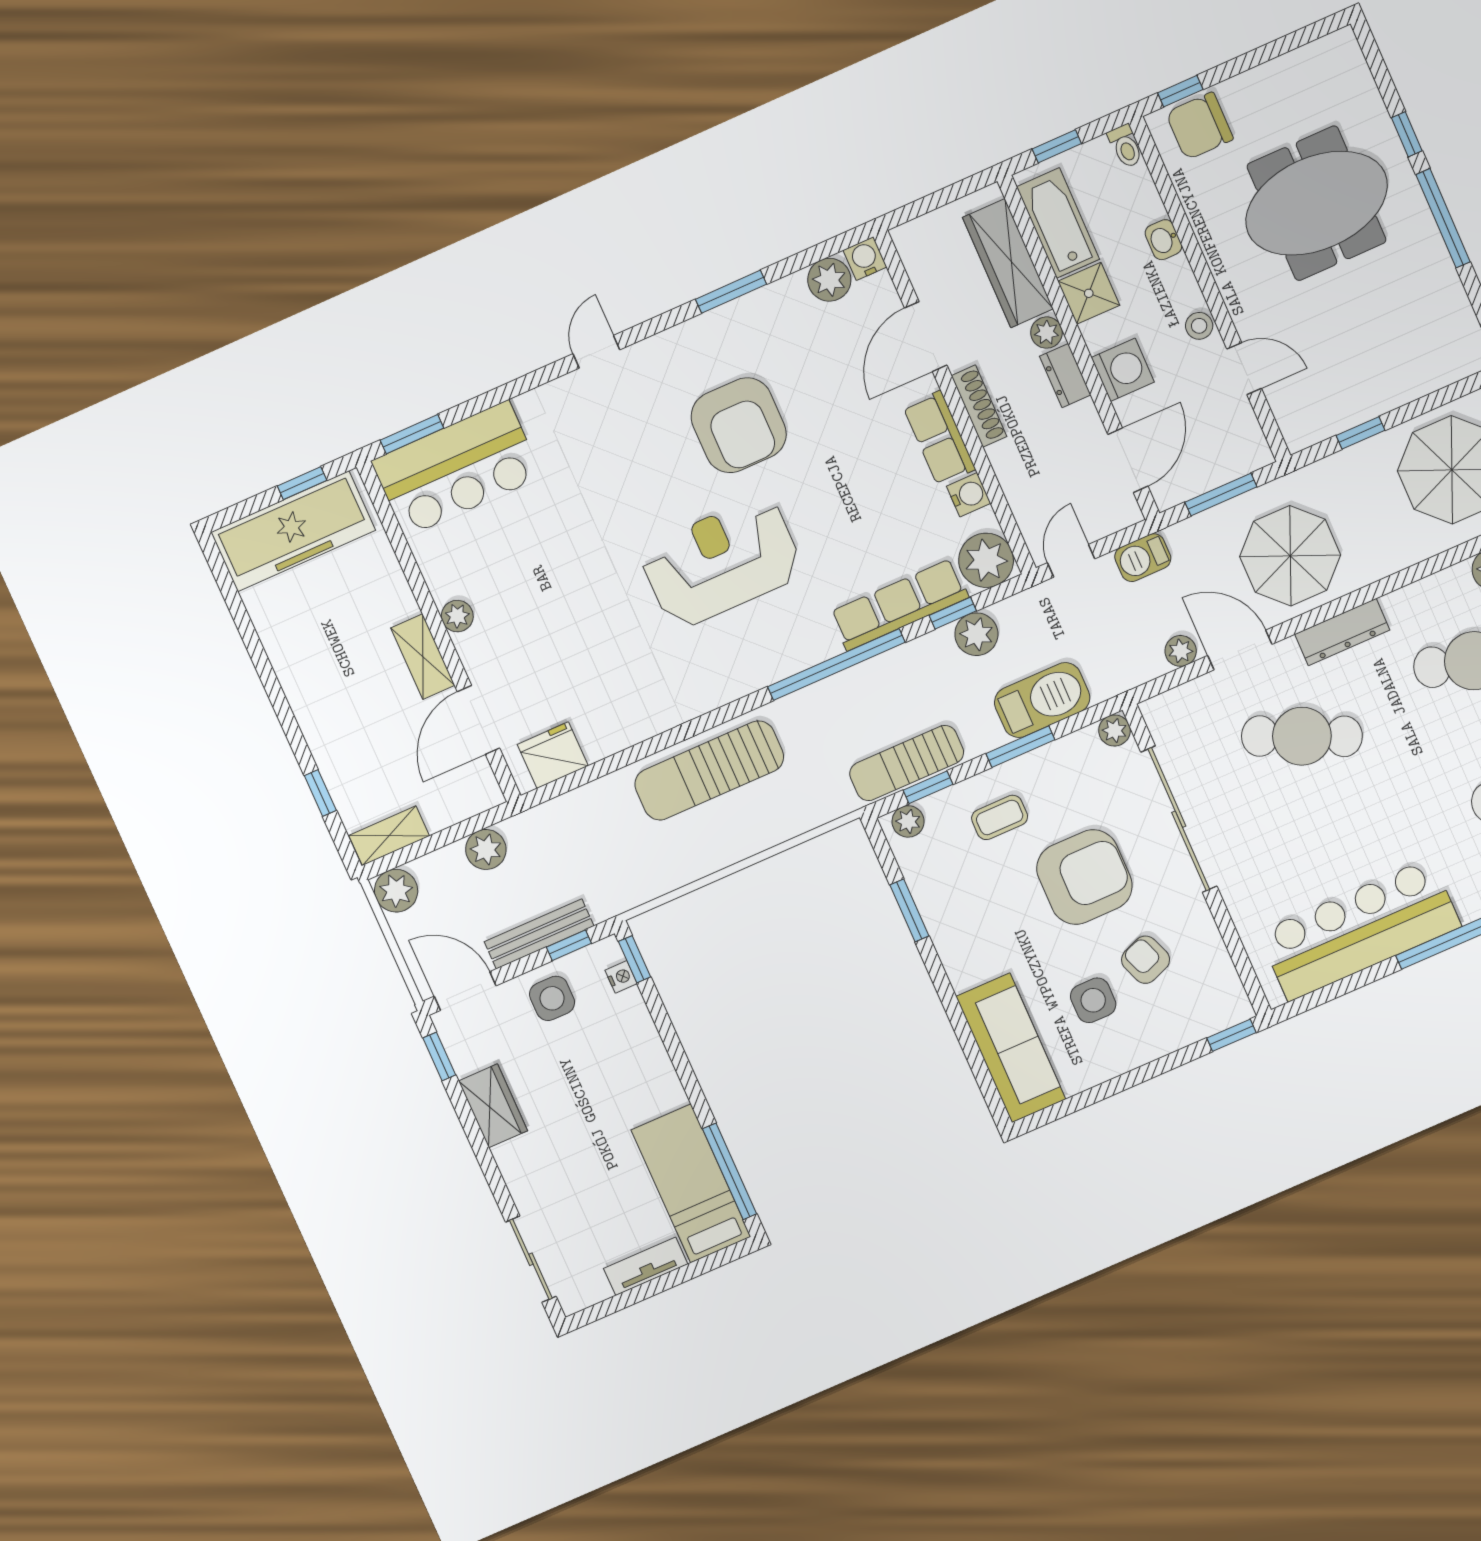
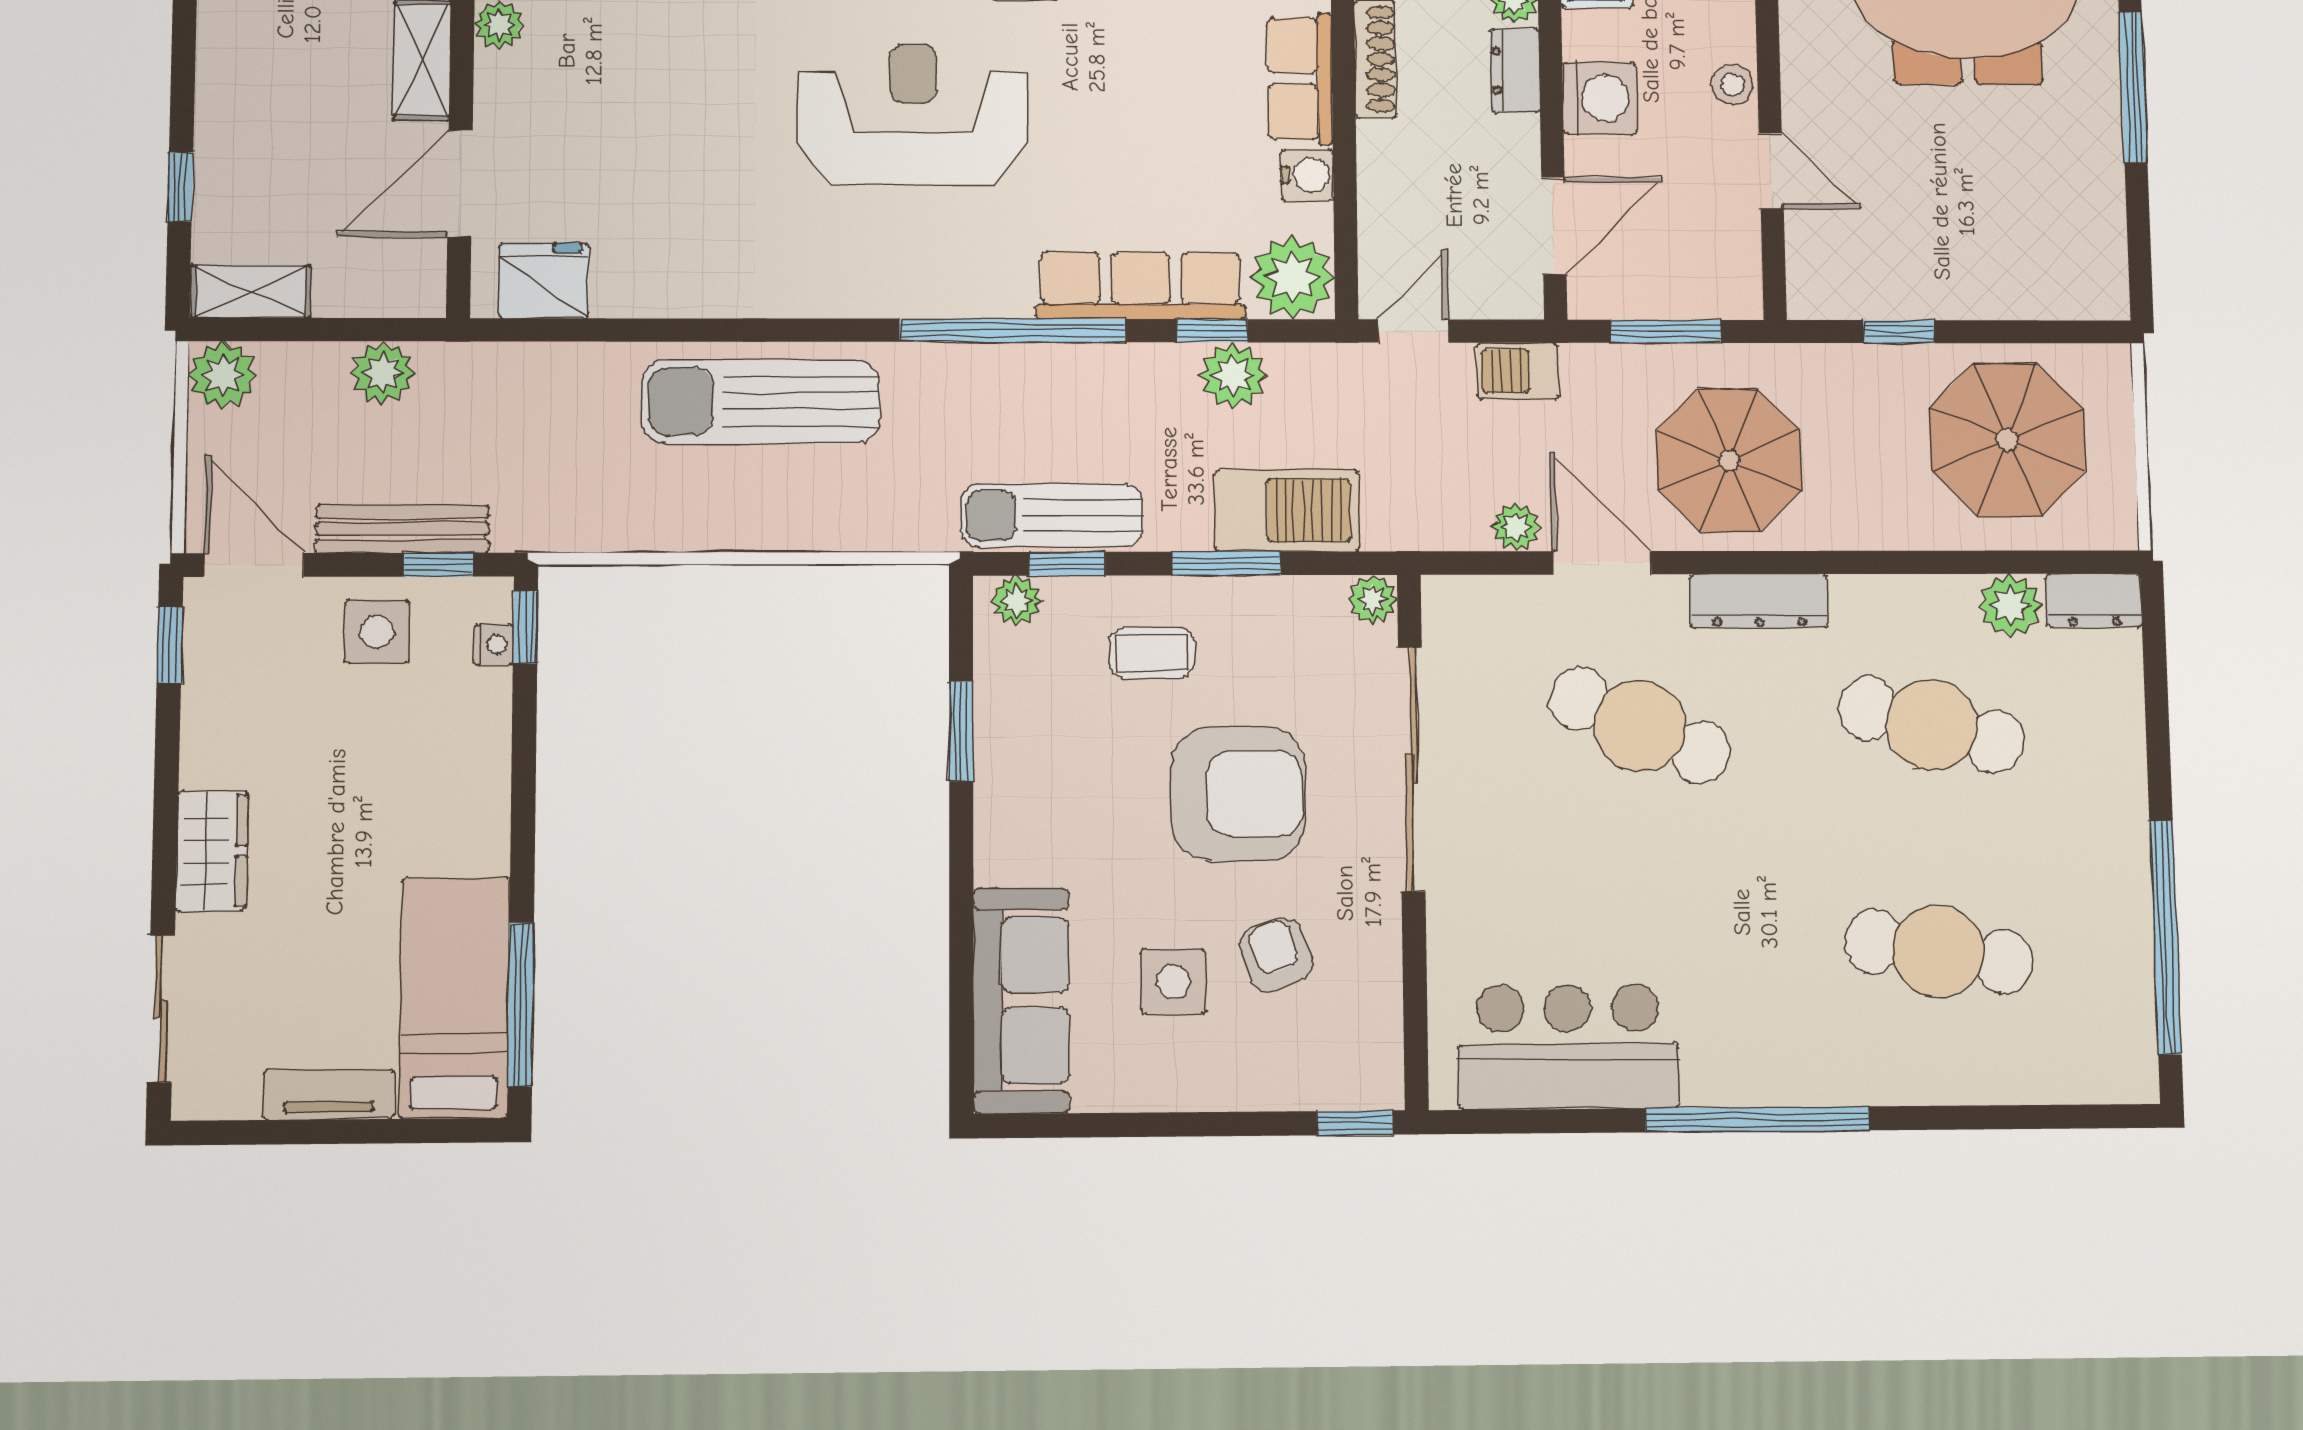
bar counter: (1360, 929) -> (1568, 1047), width x0.73
wardrobe: (493, 1106) -> (212, 851), moved

